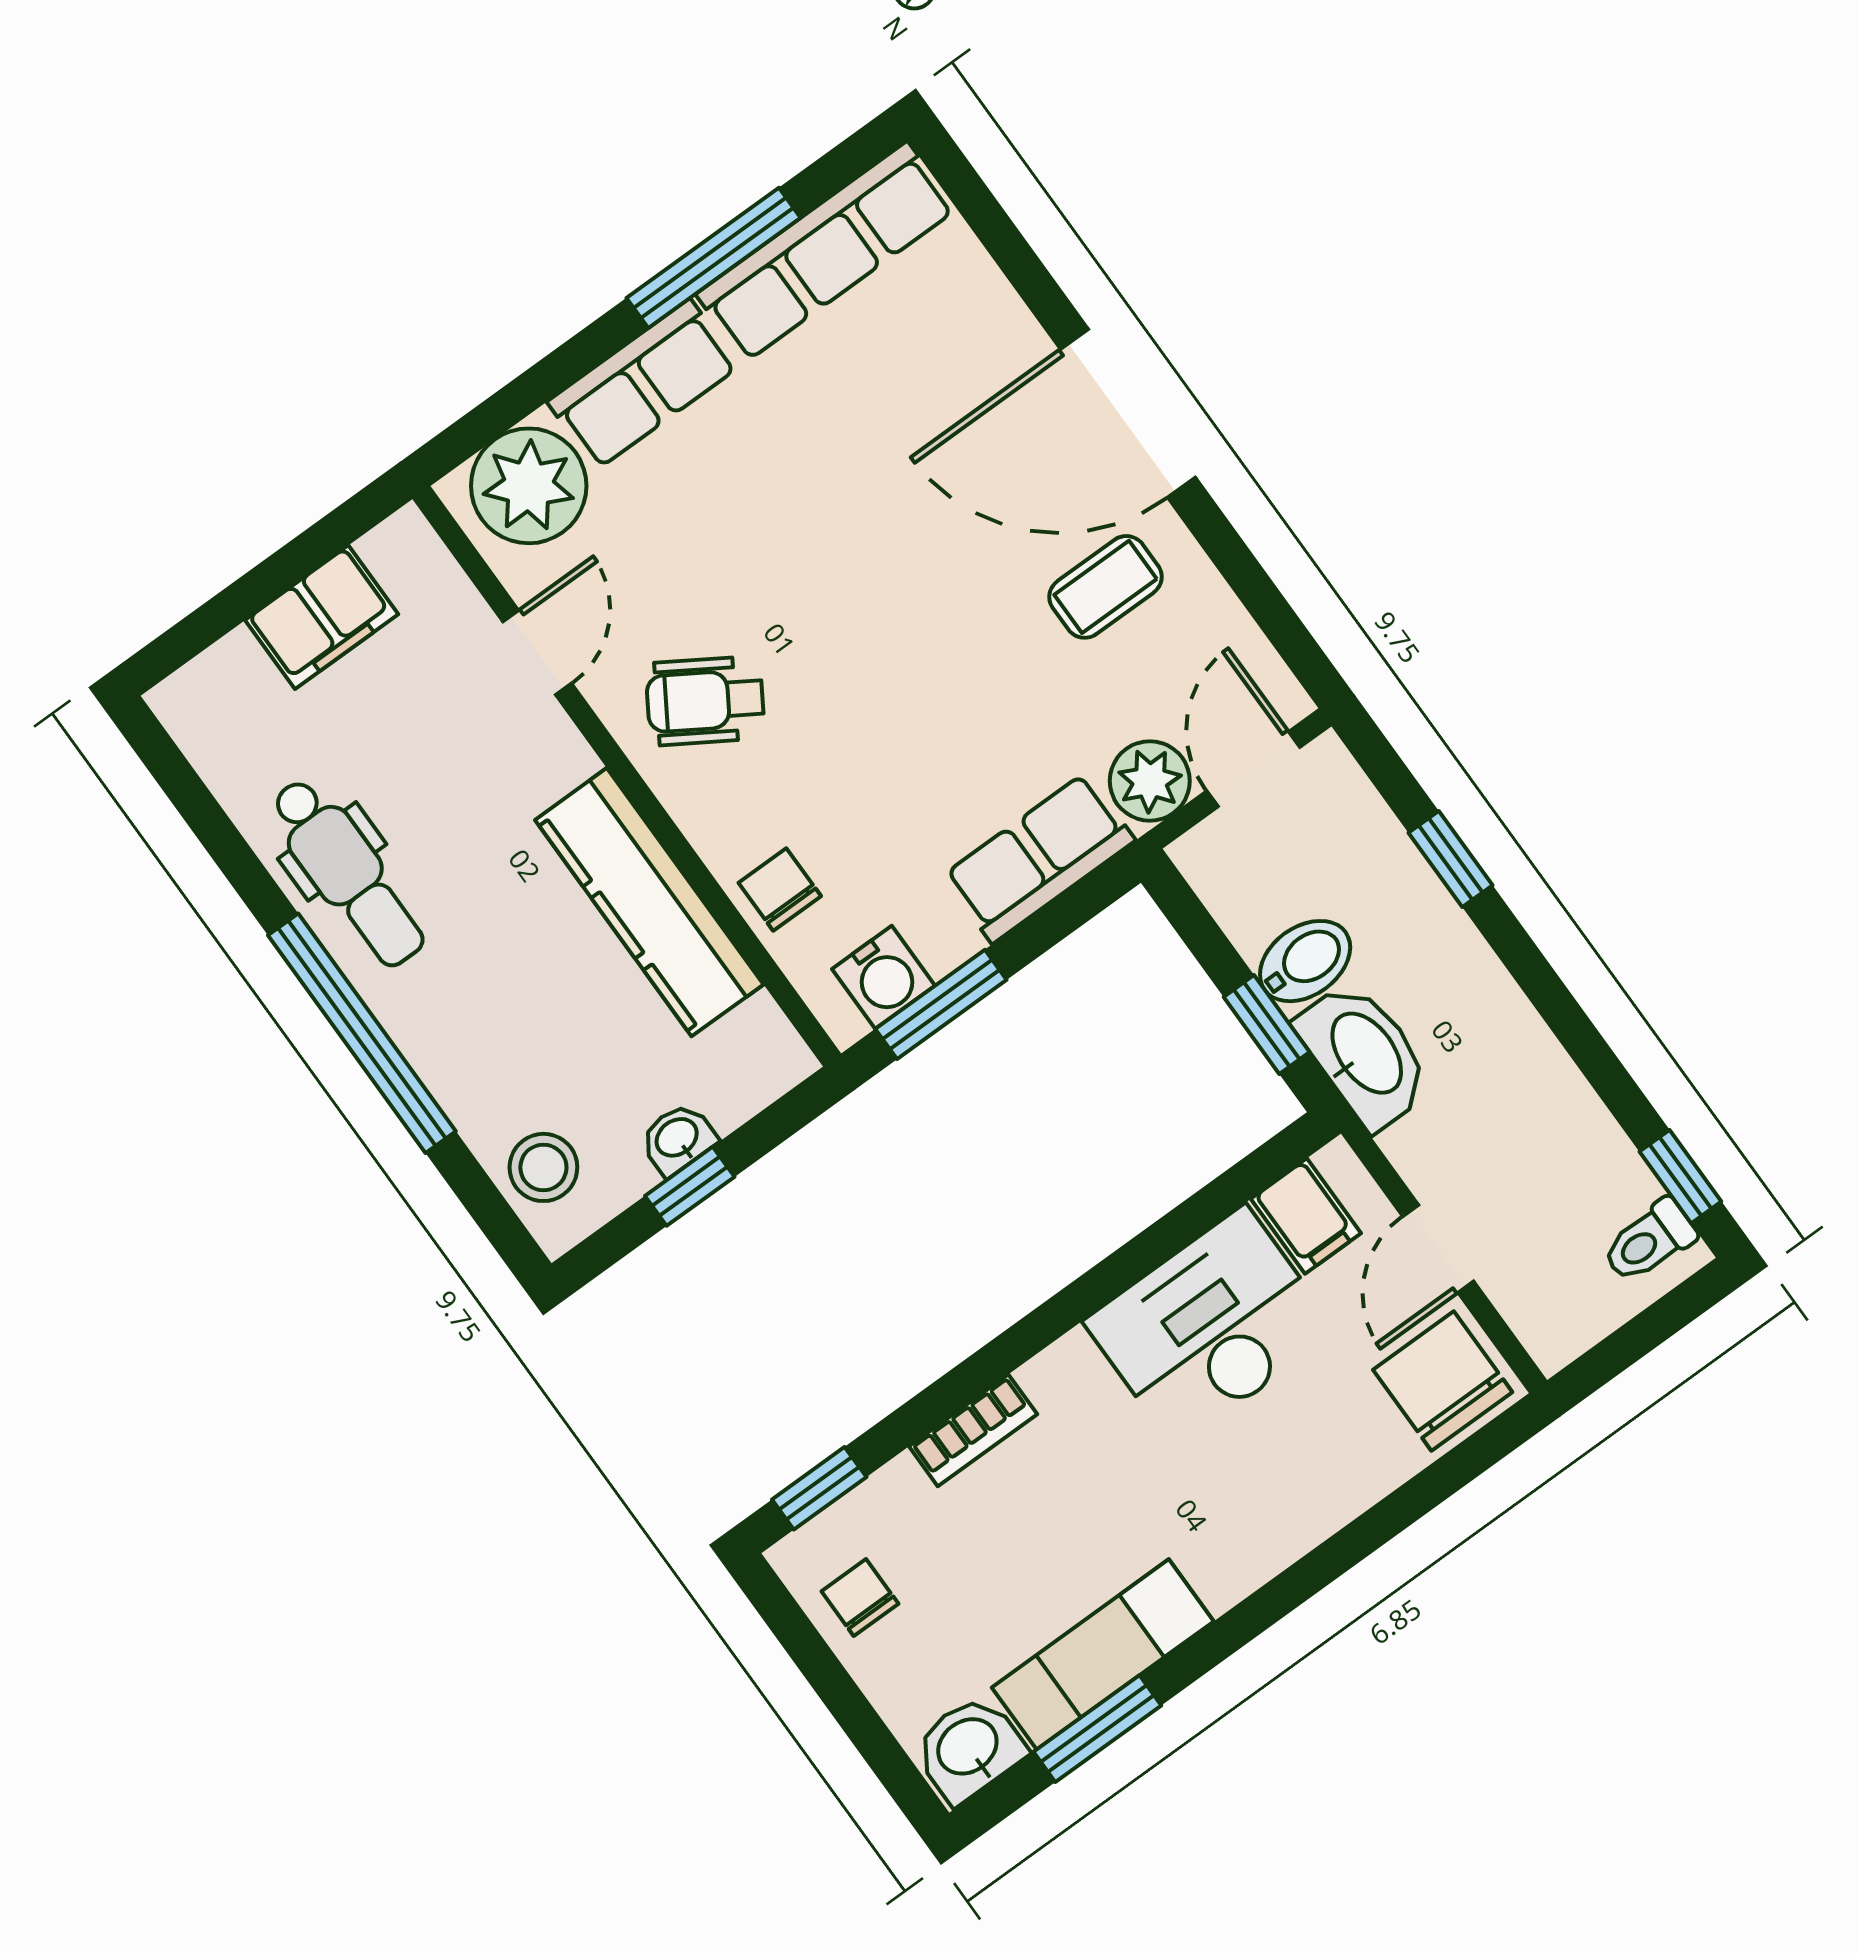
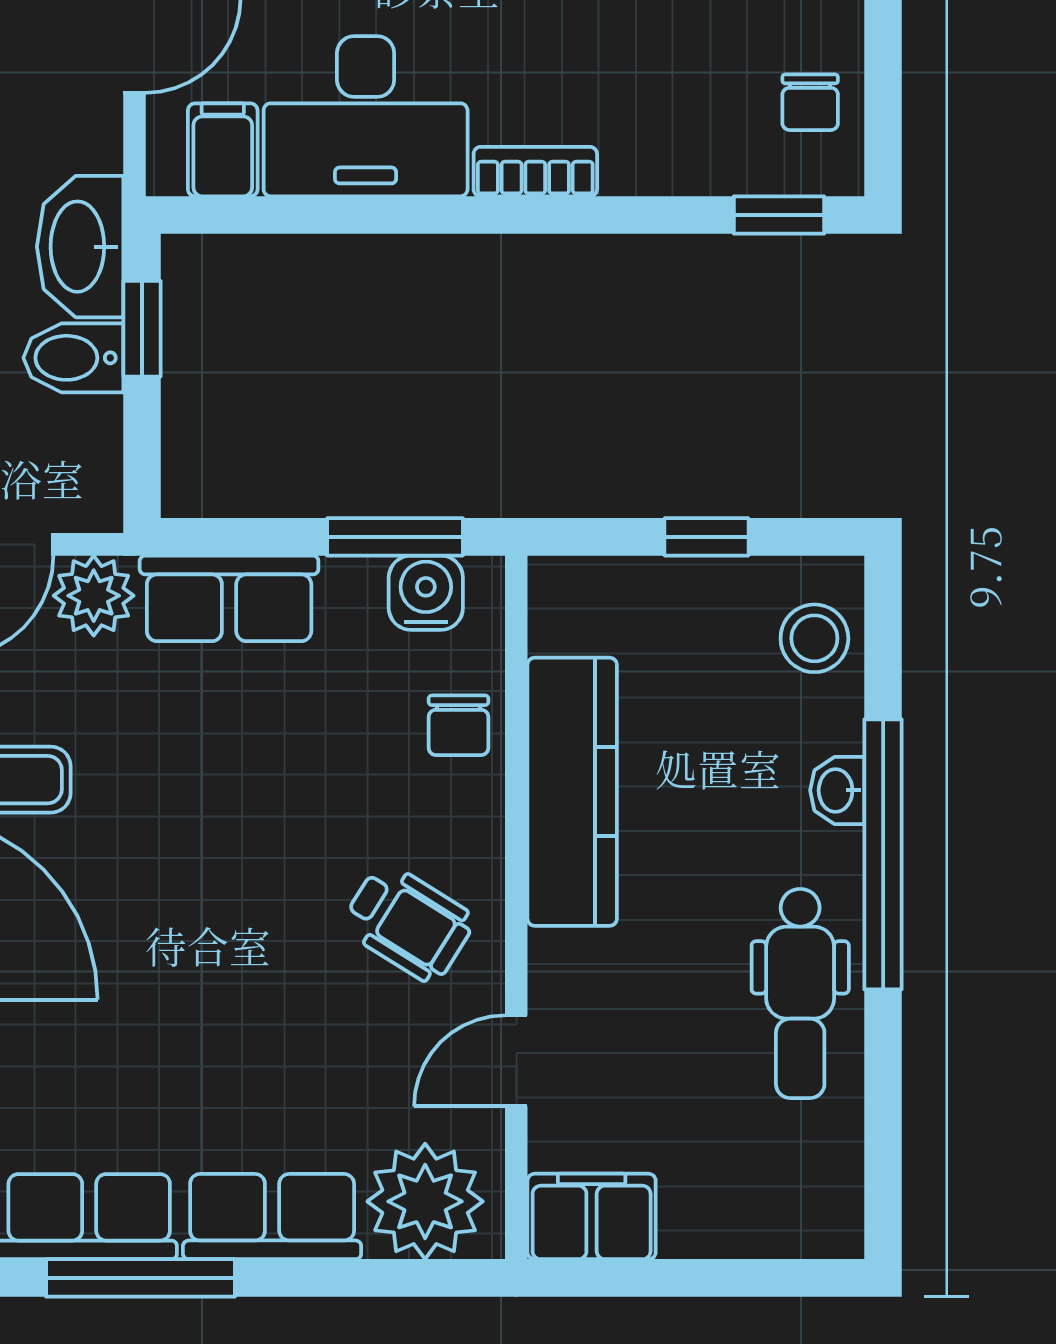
filing cabinet: (322, 617) -> (592, 1216), moved
dental chair: (347, 873) -> (800, 994), turned 180
washbasin: (678, 1139) -> (837, 790), moved, turned 90
bookcase: (973, 1430) -> (535, 172), moved

